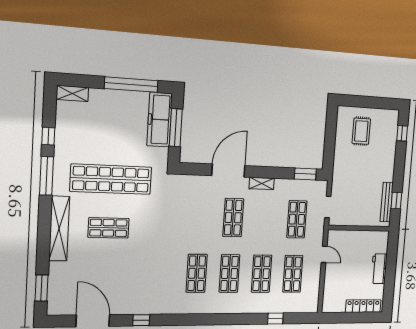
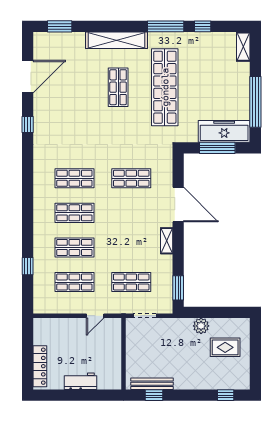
plant: (341, 153) -> (201, 326), added
shop shelf: (233, 218) -> (131, 178), moved

